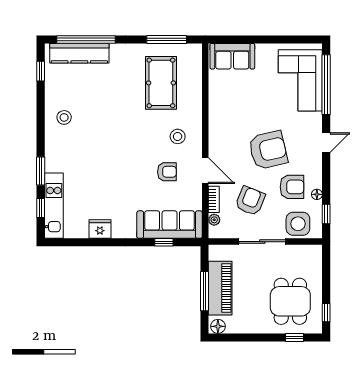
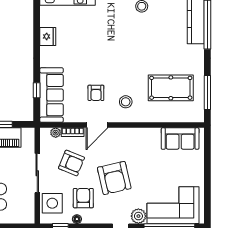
sofa: (232, 56) -> (180, 139), moved, turned -90
plant: (313, 121) -> (138, 216), added
armchair: (292, 187) -> (83, 198), turned 180

